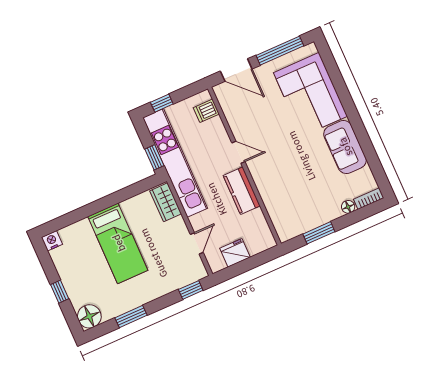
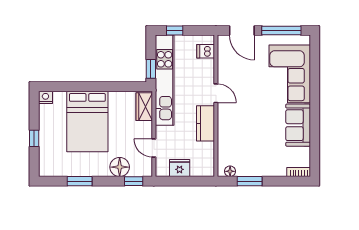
floor lamp: (348, 207) -> (230, 171), moved
bed: (118, 243) -> (87, 122), width x1.50
door: (197, 243) -> (154, 148), swing flipped
floor lamp: (89, 316) -> (120, 167), moved

